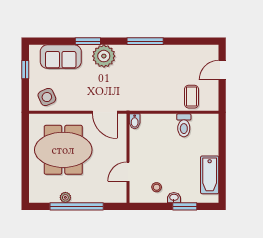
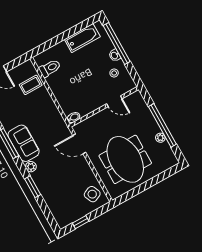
plant: (104, 56) -> (31, 167), width x0.53, depth x0.53
sofa: (61, 57) -> (24, 143), moved
door: (105, 112) -> (79, 144), swing flipped
toilet: (184, 125) -> (50, 68), moved
window: (185, 206) -> (117, 43), width x2.11

